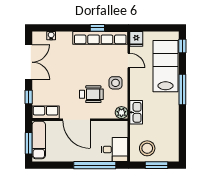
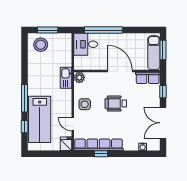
window: (182, 46) -> (25, 127), moved
wheelchair: (91, 94) -> (116, 104), moved
stool: (147, 148) -> (41, 45), moved

